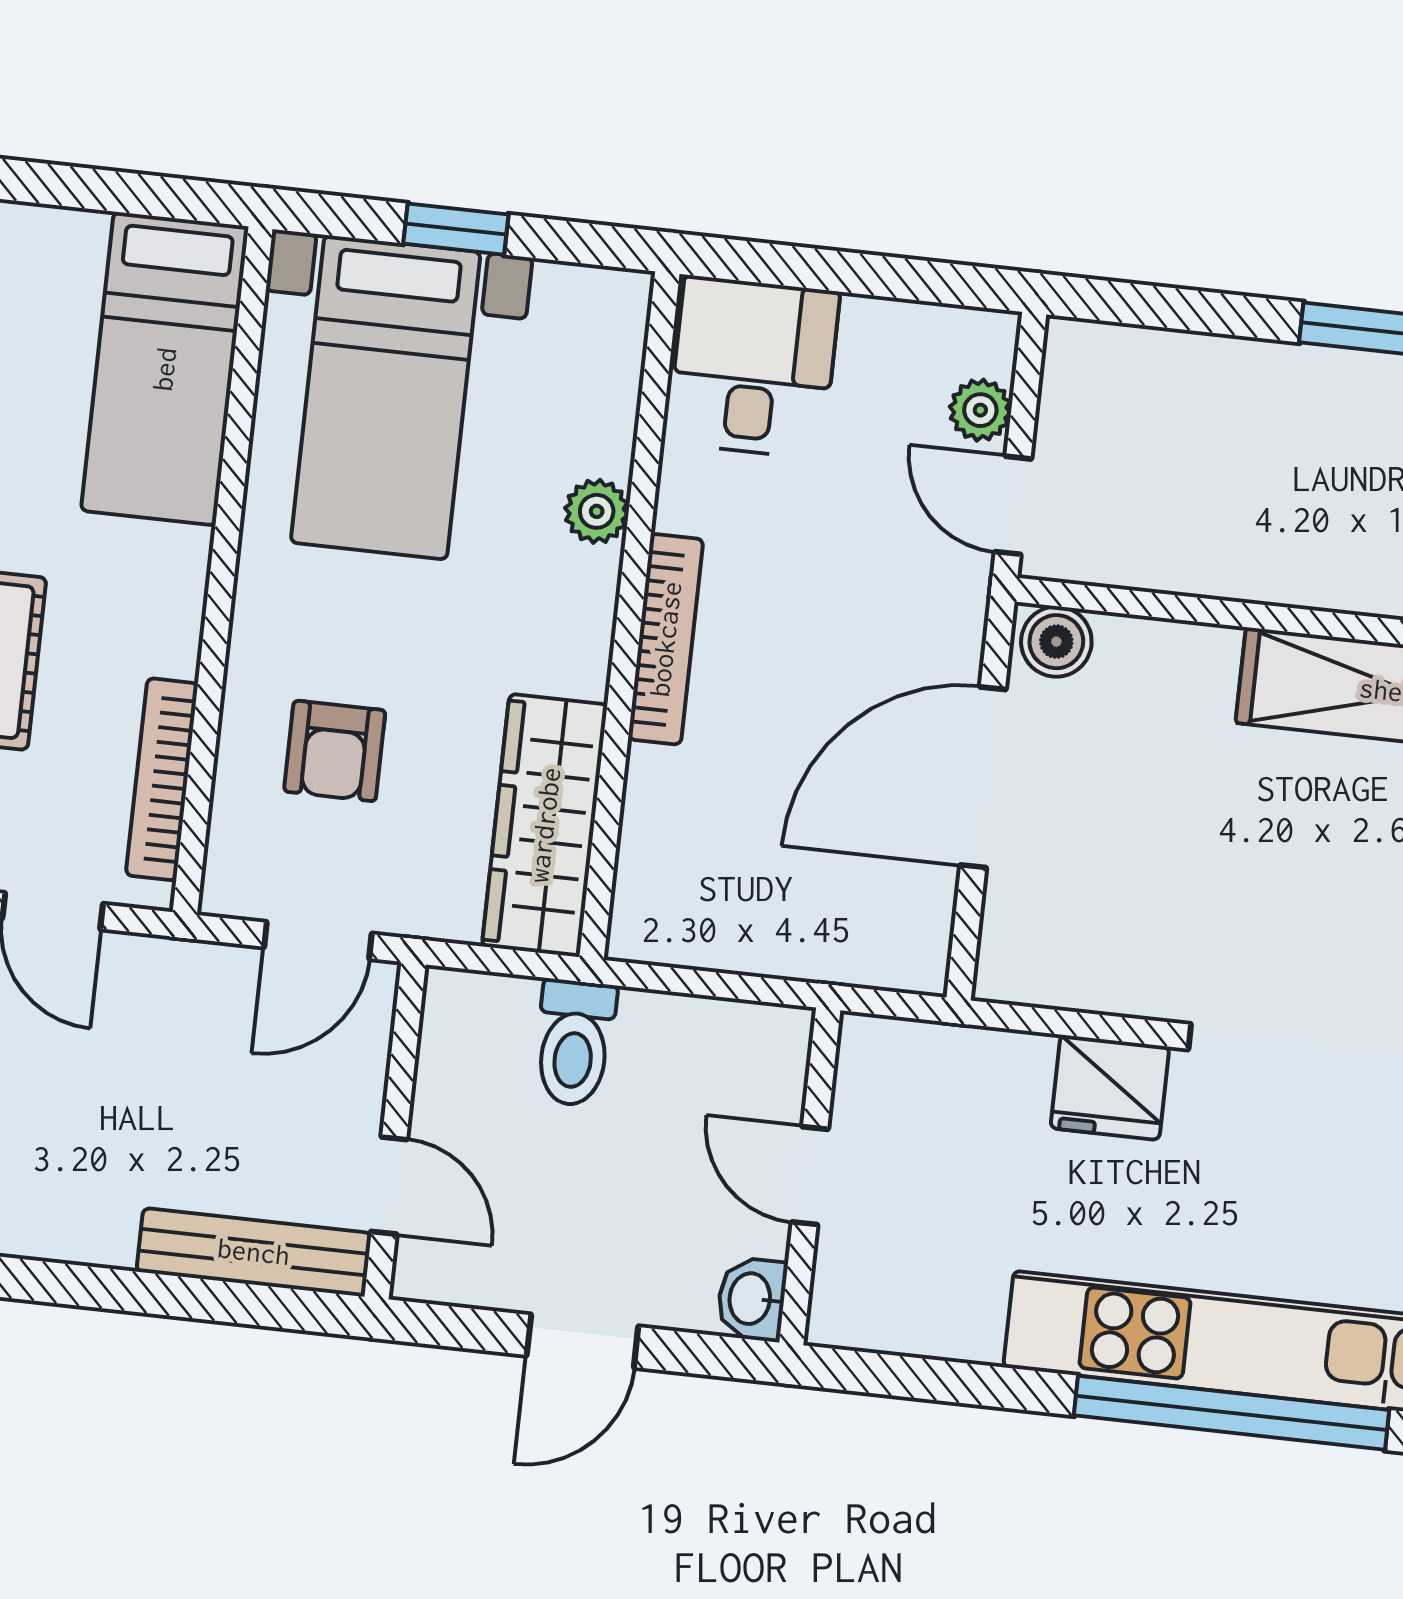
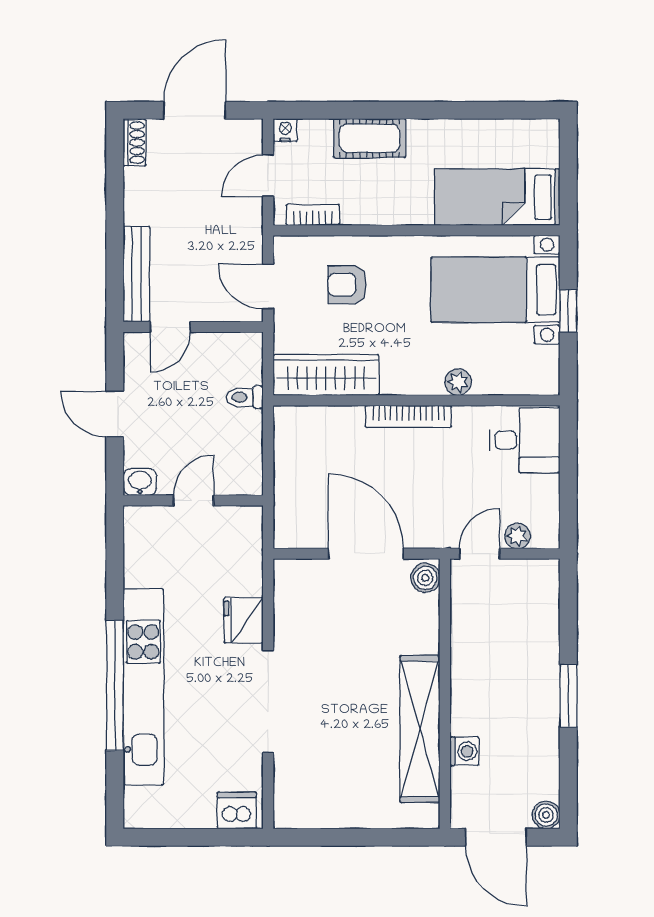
bookcase: (162, 779) -> (313, 215), width x0.64
toilet: (575, 1043) -> (245, 397), width x0.73, depth x0.72

